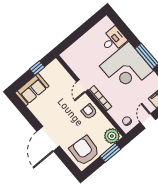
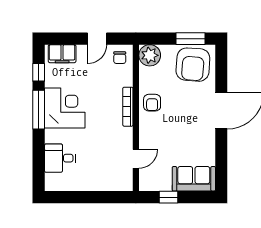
corner desk: (126, 68) -> (65, 108), width x0.74, depth x0.74
door: (82, 86) -> (136, 159), moved
window: (110, 153) -> (190, 39), moved

